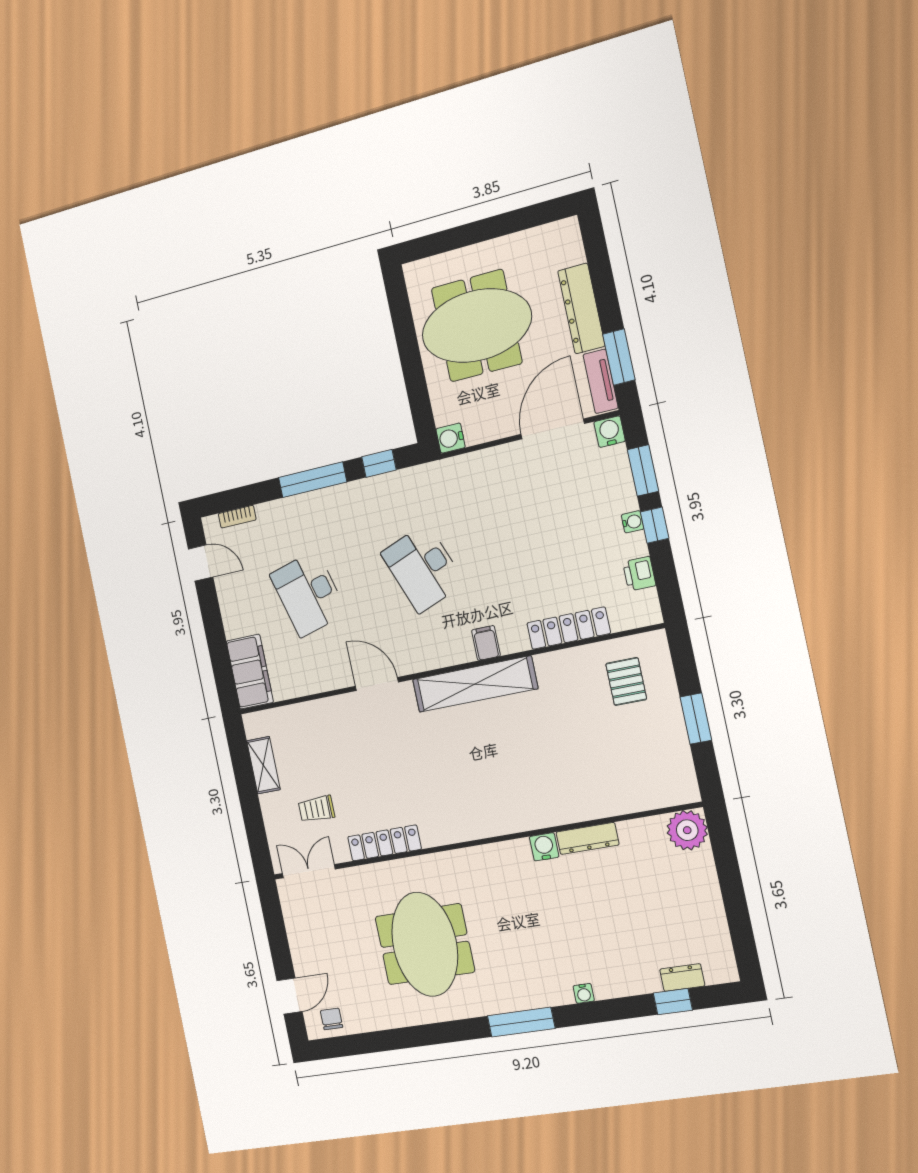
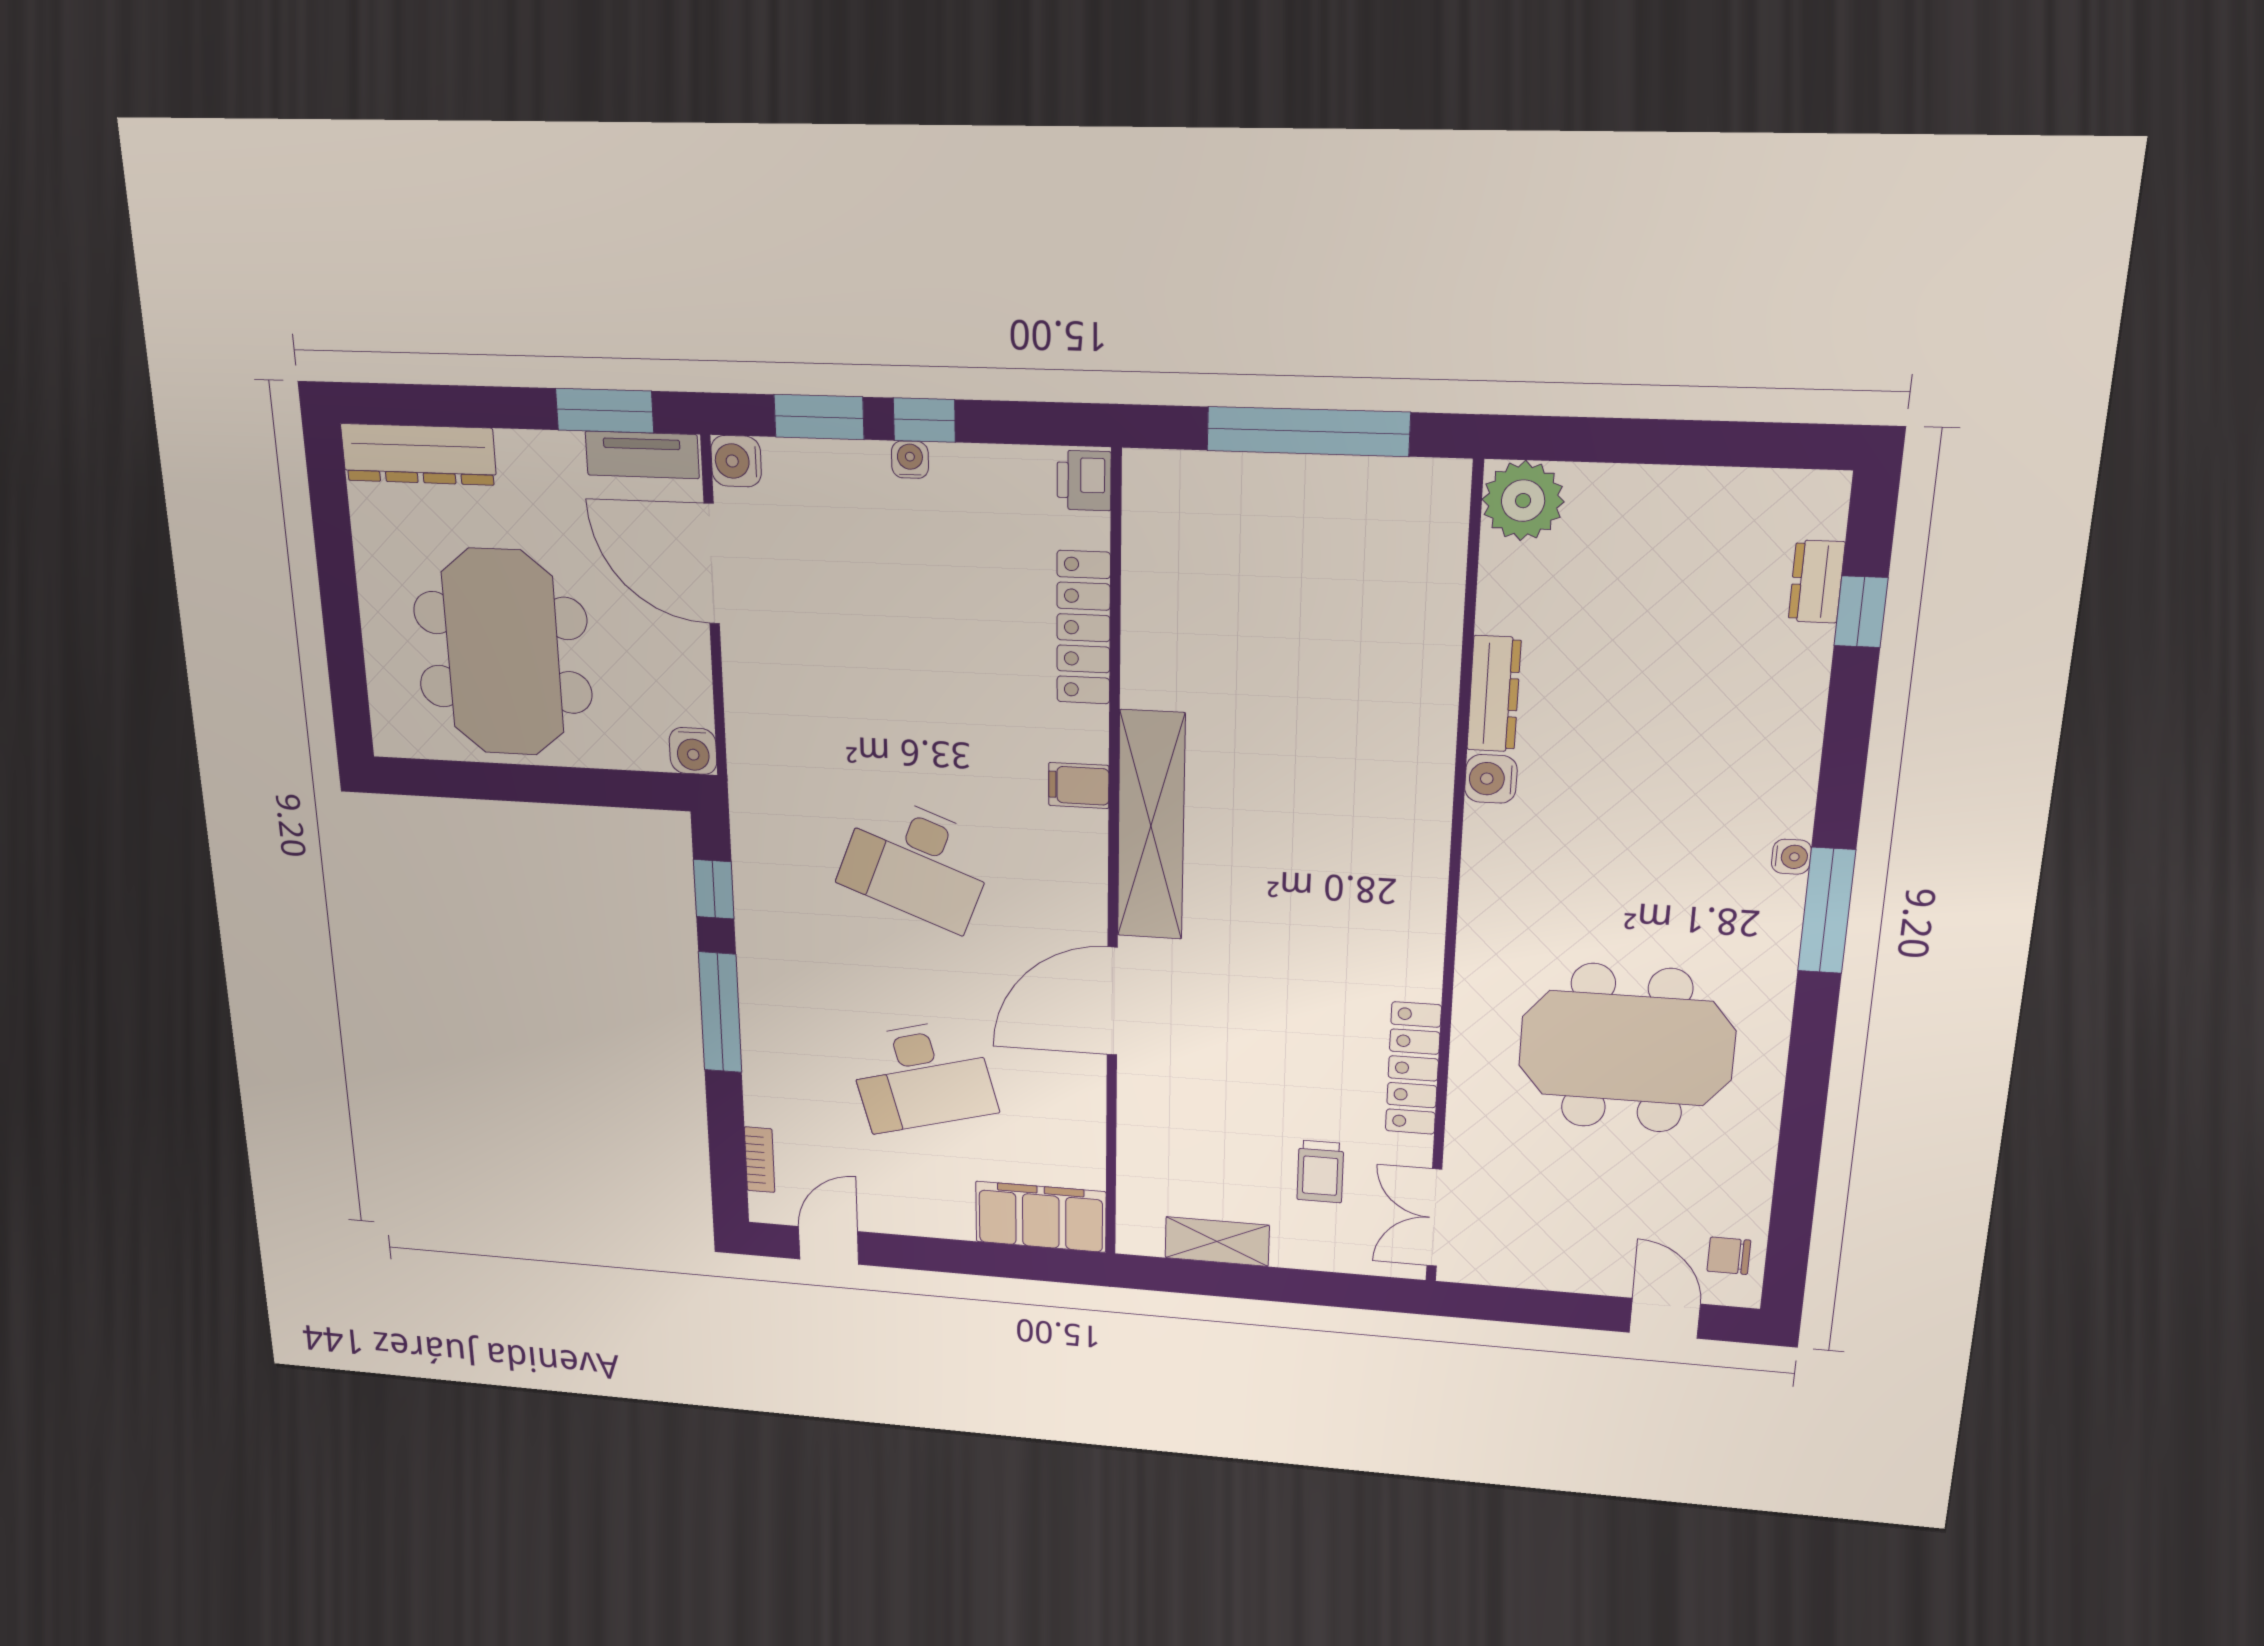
dresser: (581, 308) -> (419, 454), moved
desk: (423, 568) -> (917, 862), turned 42
printer: (639, 574) -> (1084, 480), moved, turned 90
pallet: (626, 682) -> (1208, 546), removed
door: (377, 684) -> (1112, 1001), width x1.36
window: (696, 718) -> (1308, 431), width x2.11
water cooler: (584, 993) -> (1791, 857), moved

